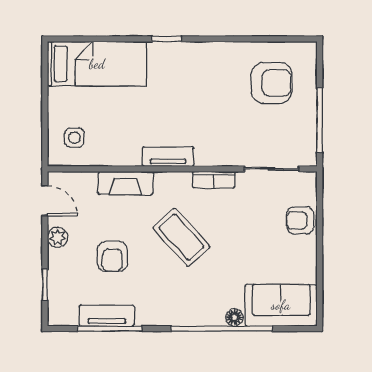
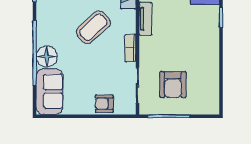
armchair: (272, 83) -> (173, 85), moved
armchair: (300, 220) -> (104, 104), turned -90
floor lamp: (234, 317) -> (47, 56), width x1.89, depth x1.89

